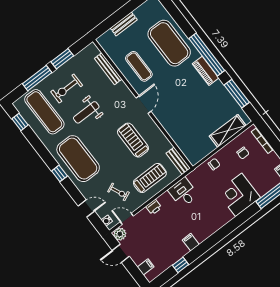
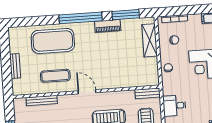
piano: (206, 71) -> (108, 26), moved

